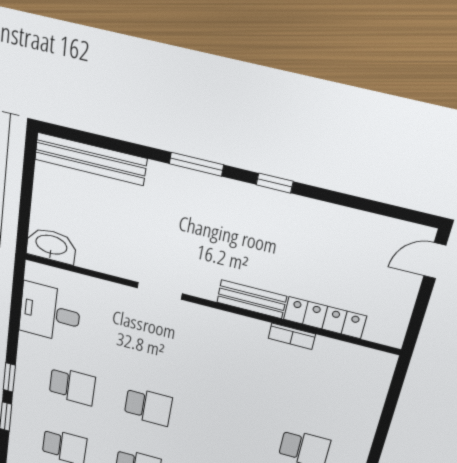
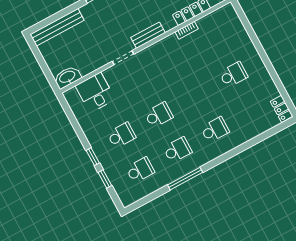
bench: (252, 299) -> (148, 35), moved
desk: (50, 313) -> (95, 93), moved, turned 90

